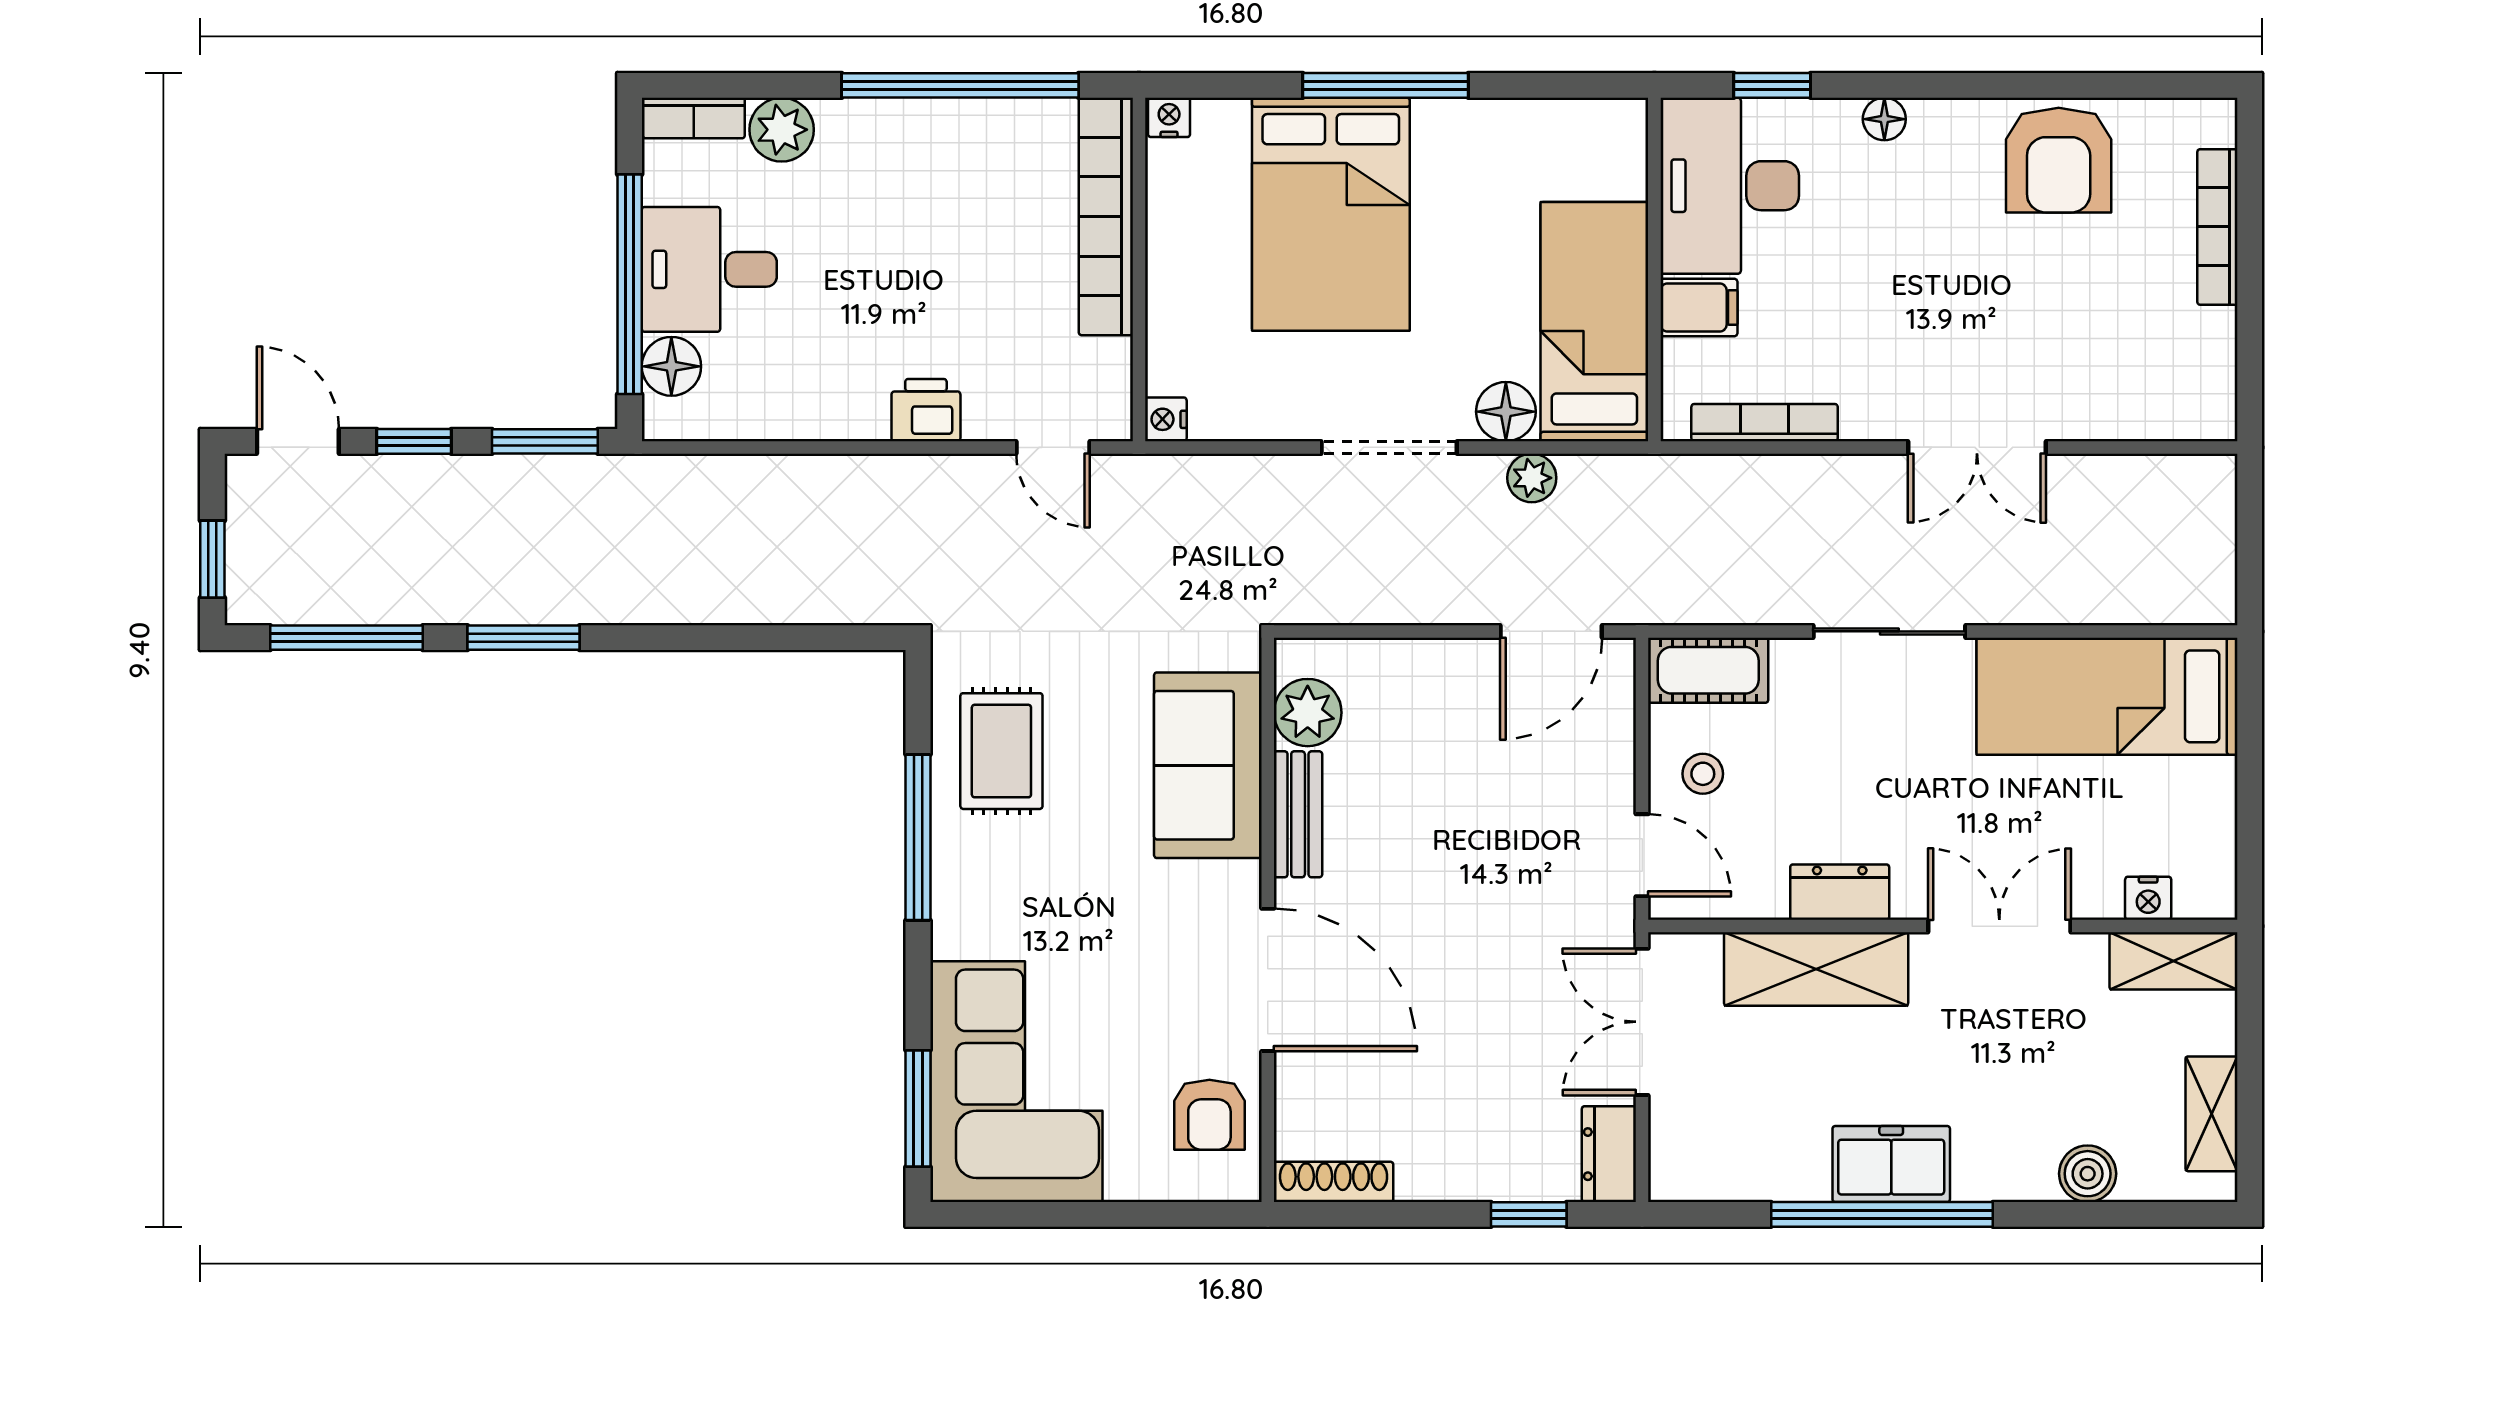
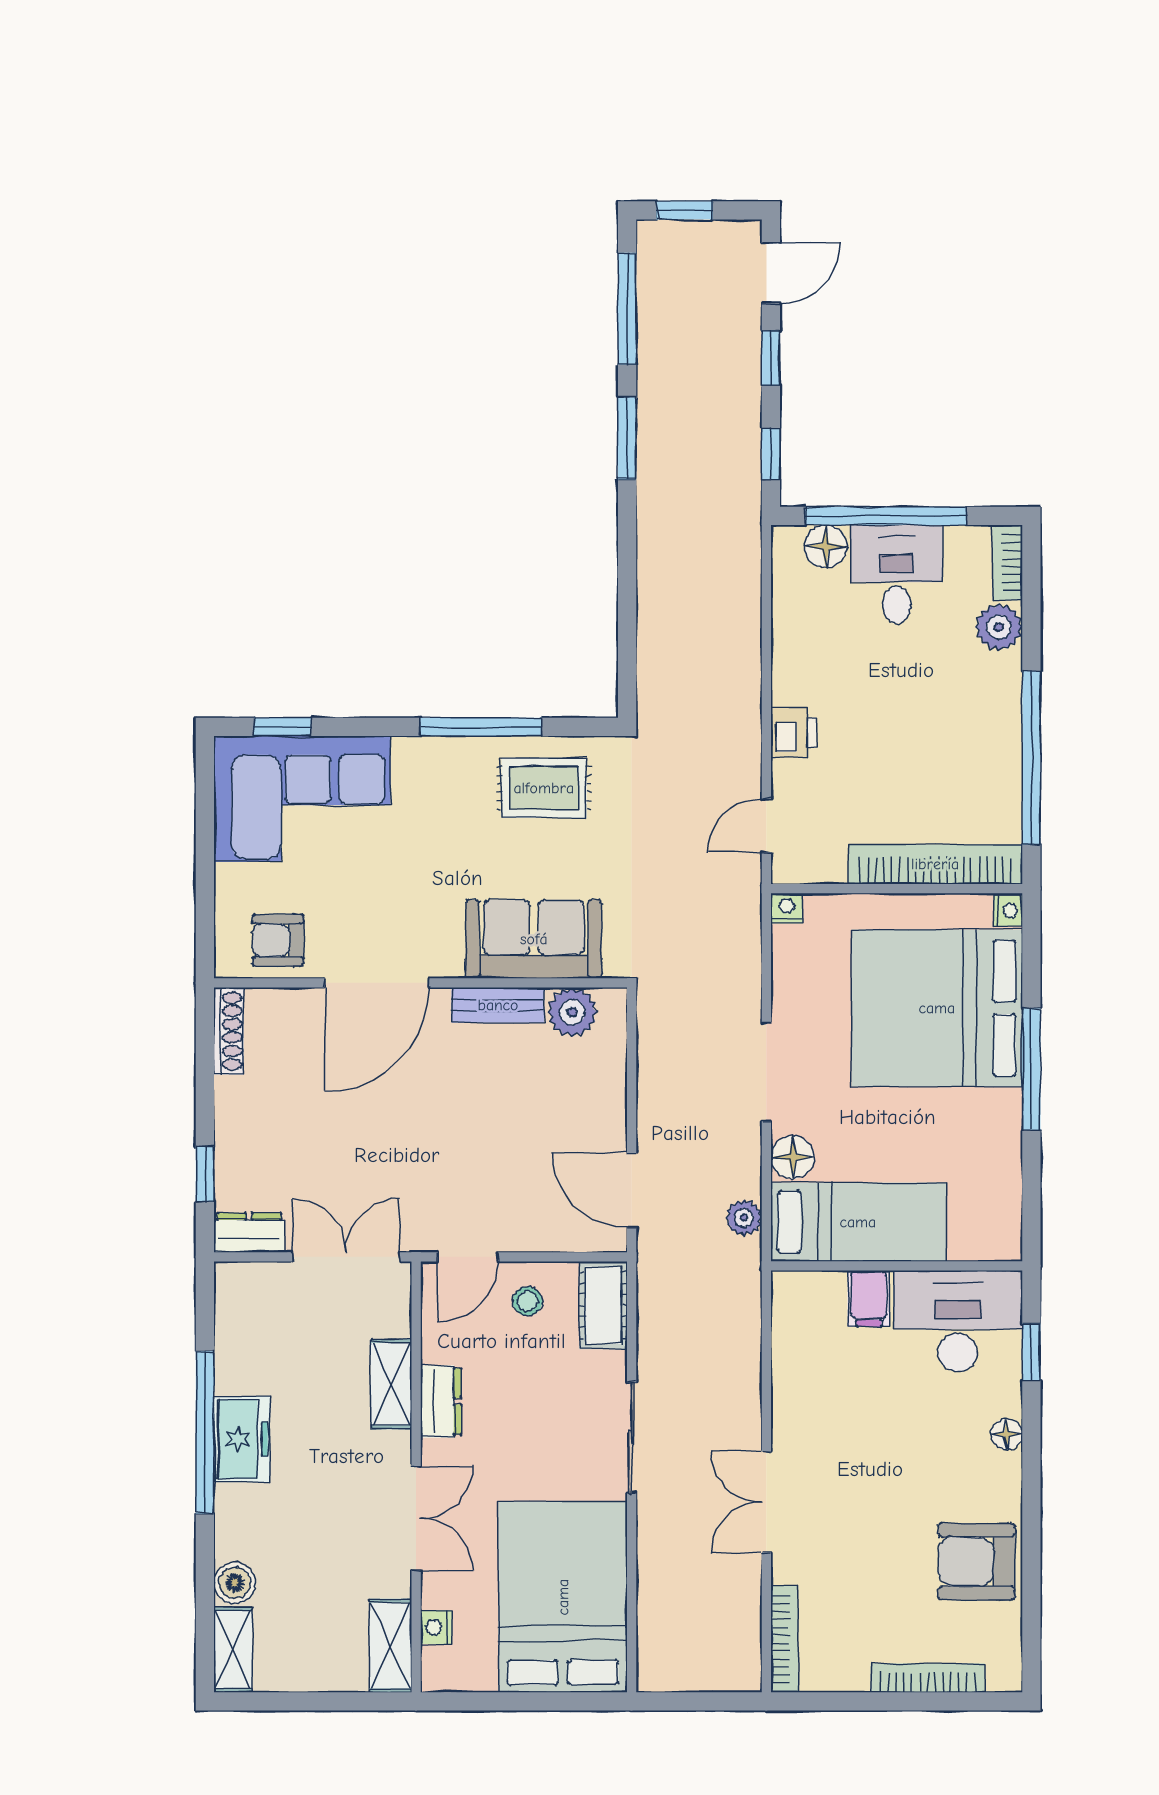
bed: (1331, 214) -> (937, 1008), width x1.36
bookcase: (1765, 423) -> (784, 1639), moved
window: (545, 441) -> (771, 454), width x0.67
plant: (1532, 478) -> (744, 1218), moved
bed: (2107, 696) -> (563, 1597), width x1.50
shelving: (1816, 969) -> (391, 1384), width x0.67, depth x0.75
window: (918, 1108) -> (283, 727), width x0.67
shelving: (2211, 1114) -> (233, 1649), moved, turned 90

